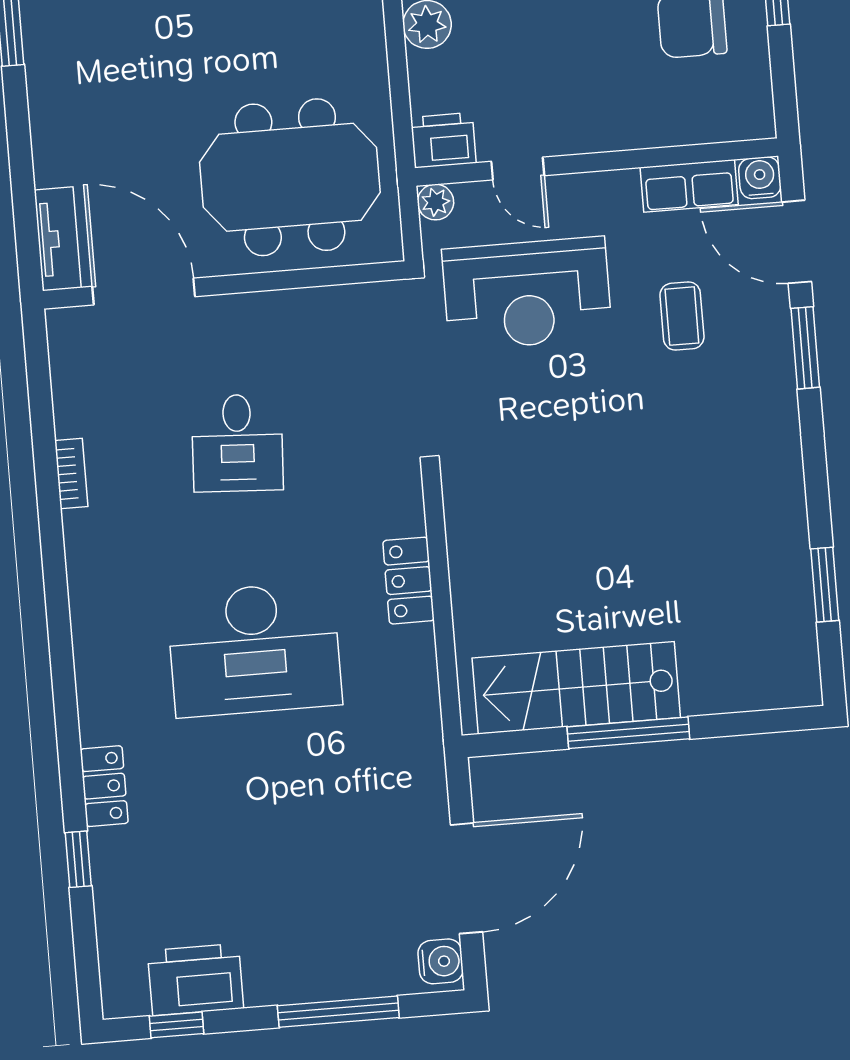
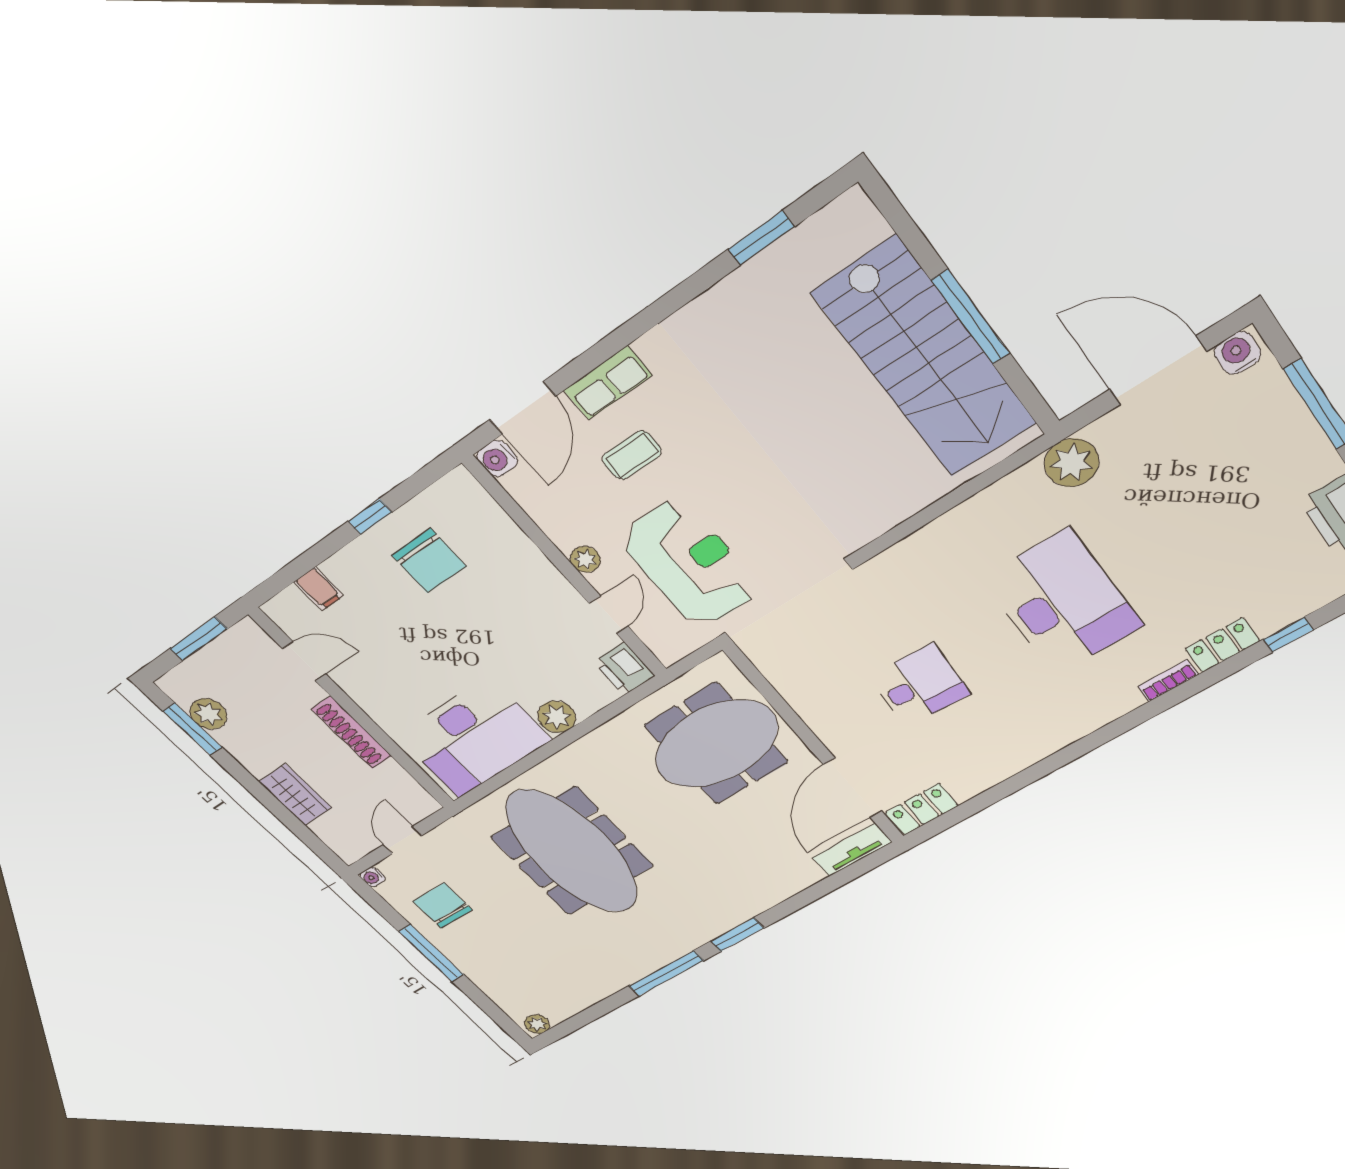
meeting table: (290, 177) -> (716, 744), turned 90
row of seats: (689, 186) -> (608, 383), moved, turned 90
plant: (436, 202) -> (585, 559), moved
window: (805, 348) -> (593, 358), removed
bookcase: (71, 473) -> (1168, 681), moved
locker: (409, 581) -> (922, 809), moved, turned 180
stairs: (576, 688) -> (925, 359), width x1.36, depth x1.51
plant: (414, 745) -> (1072, 463), added

